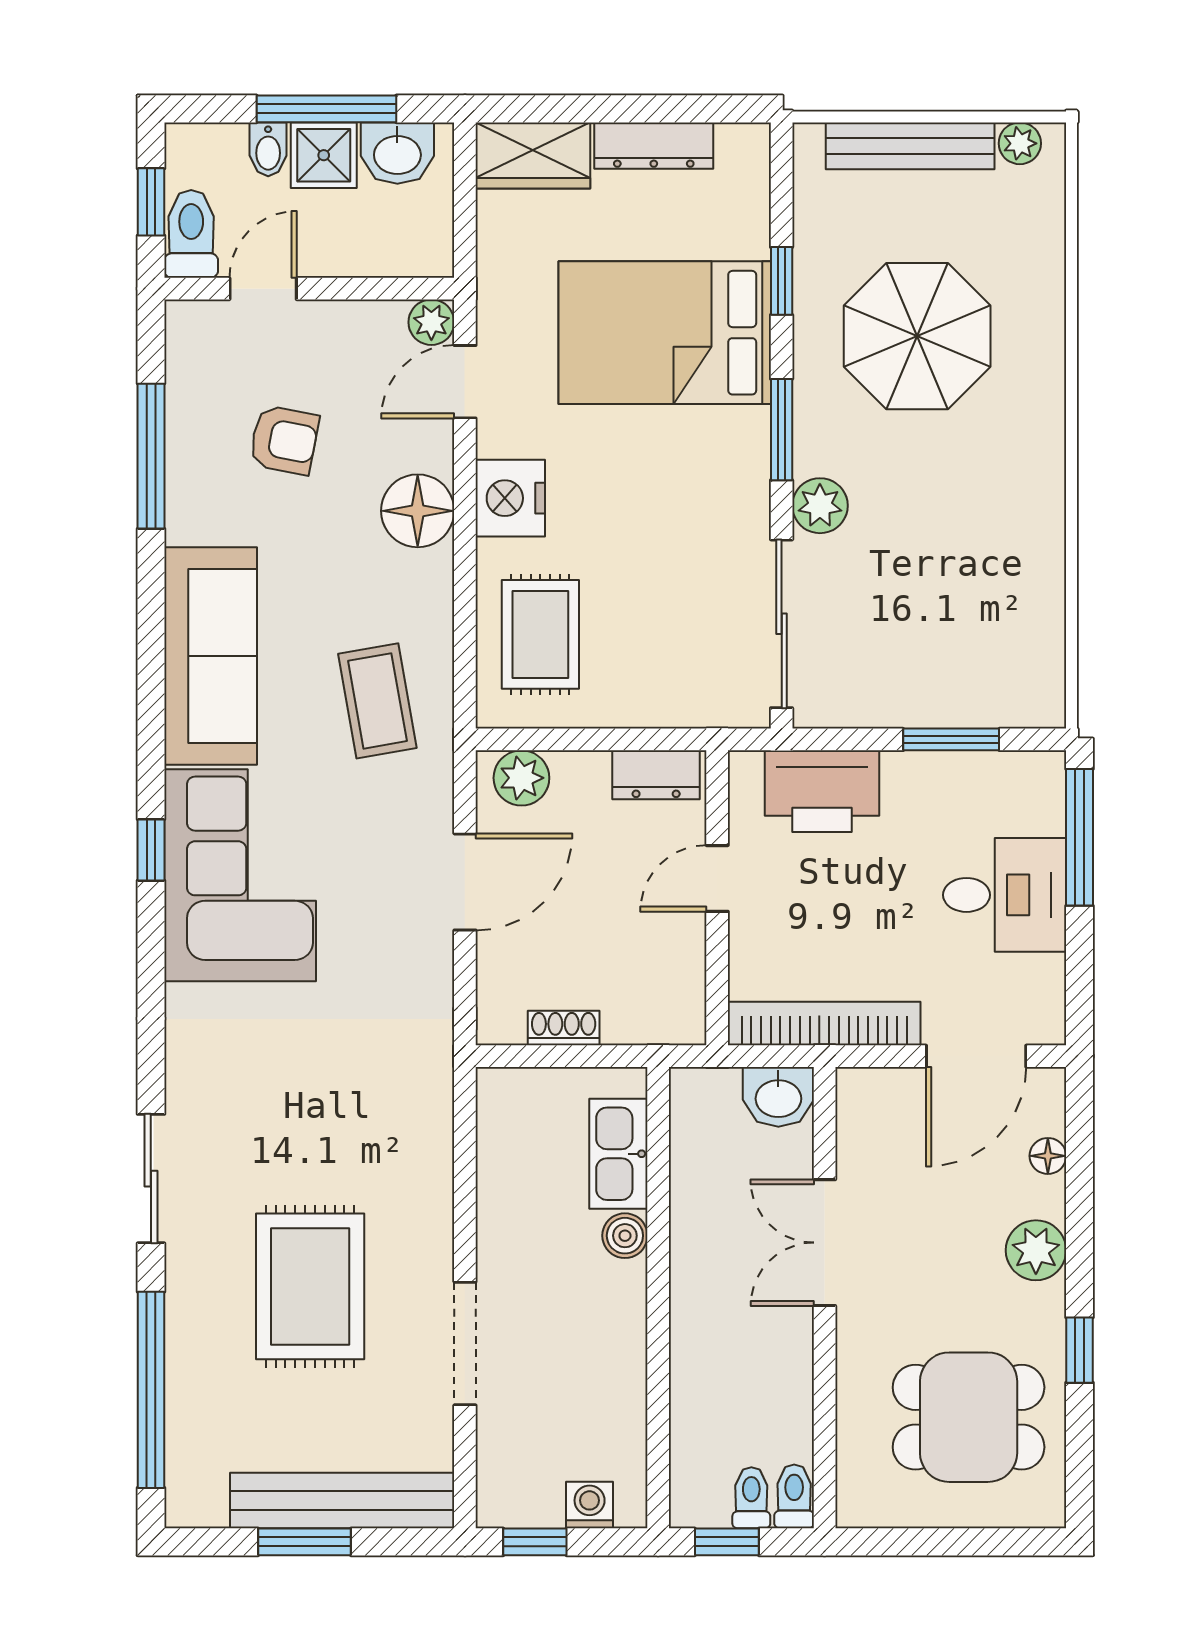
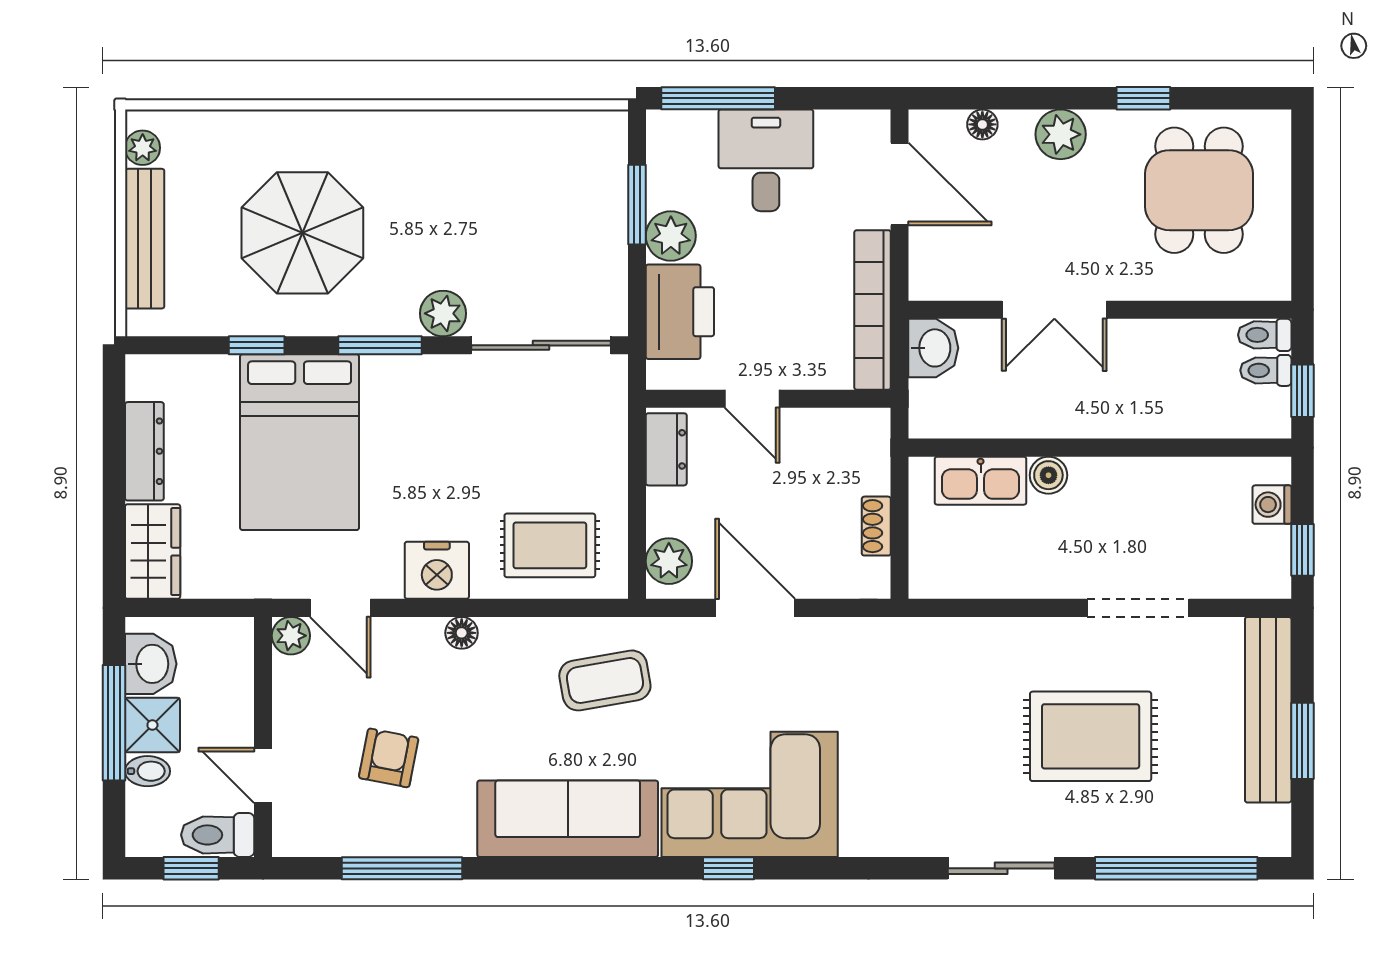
floor lamp: (418, 511) -> (462, 633), width x0.53, depth x0.53
plant: (913, 780) -> (671, 236), added

